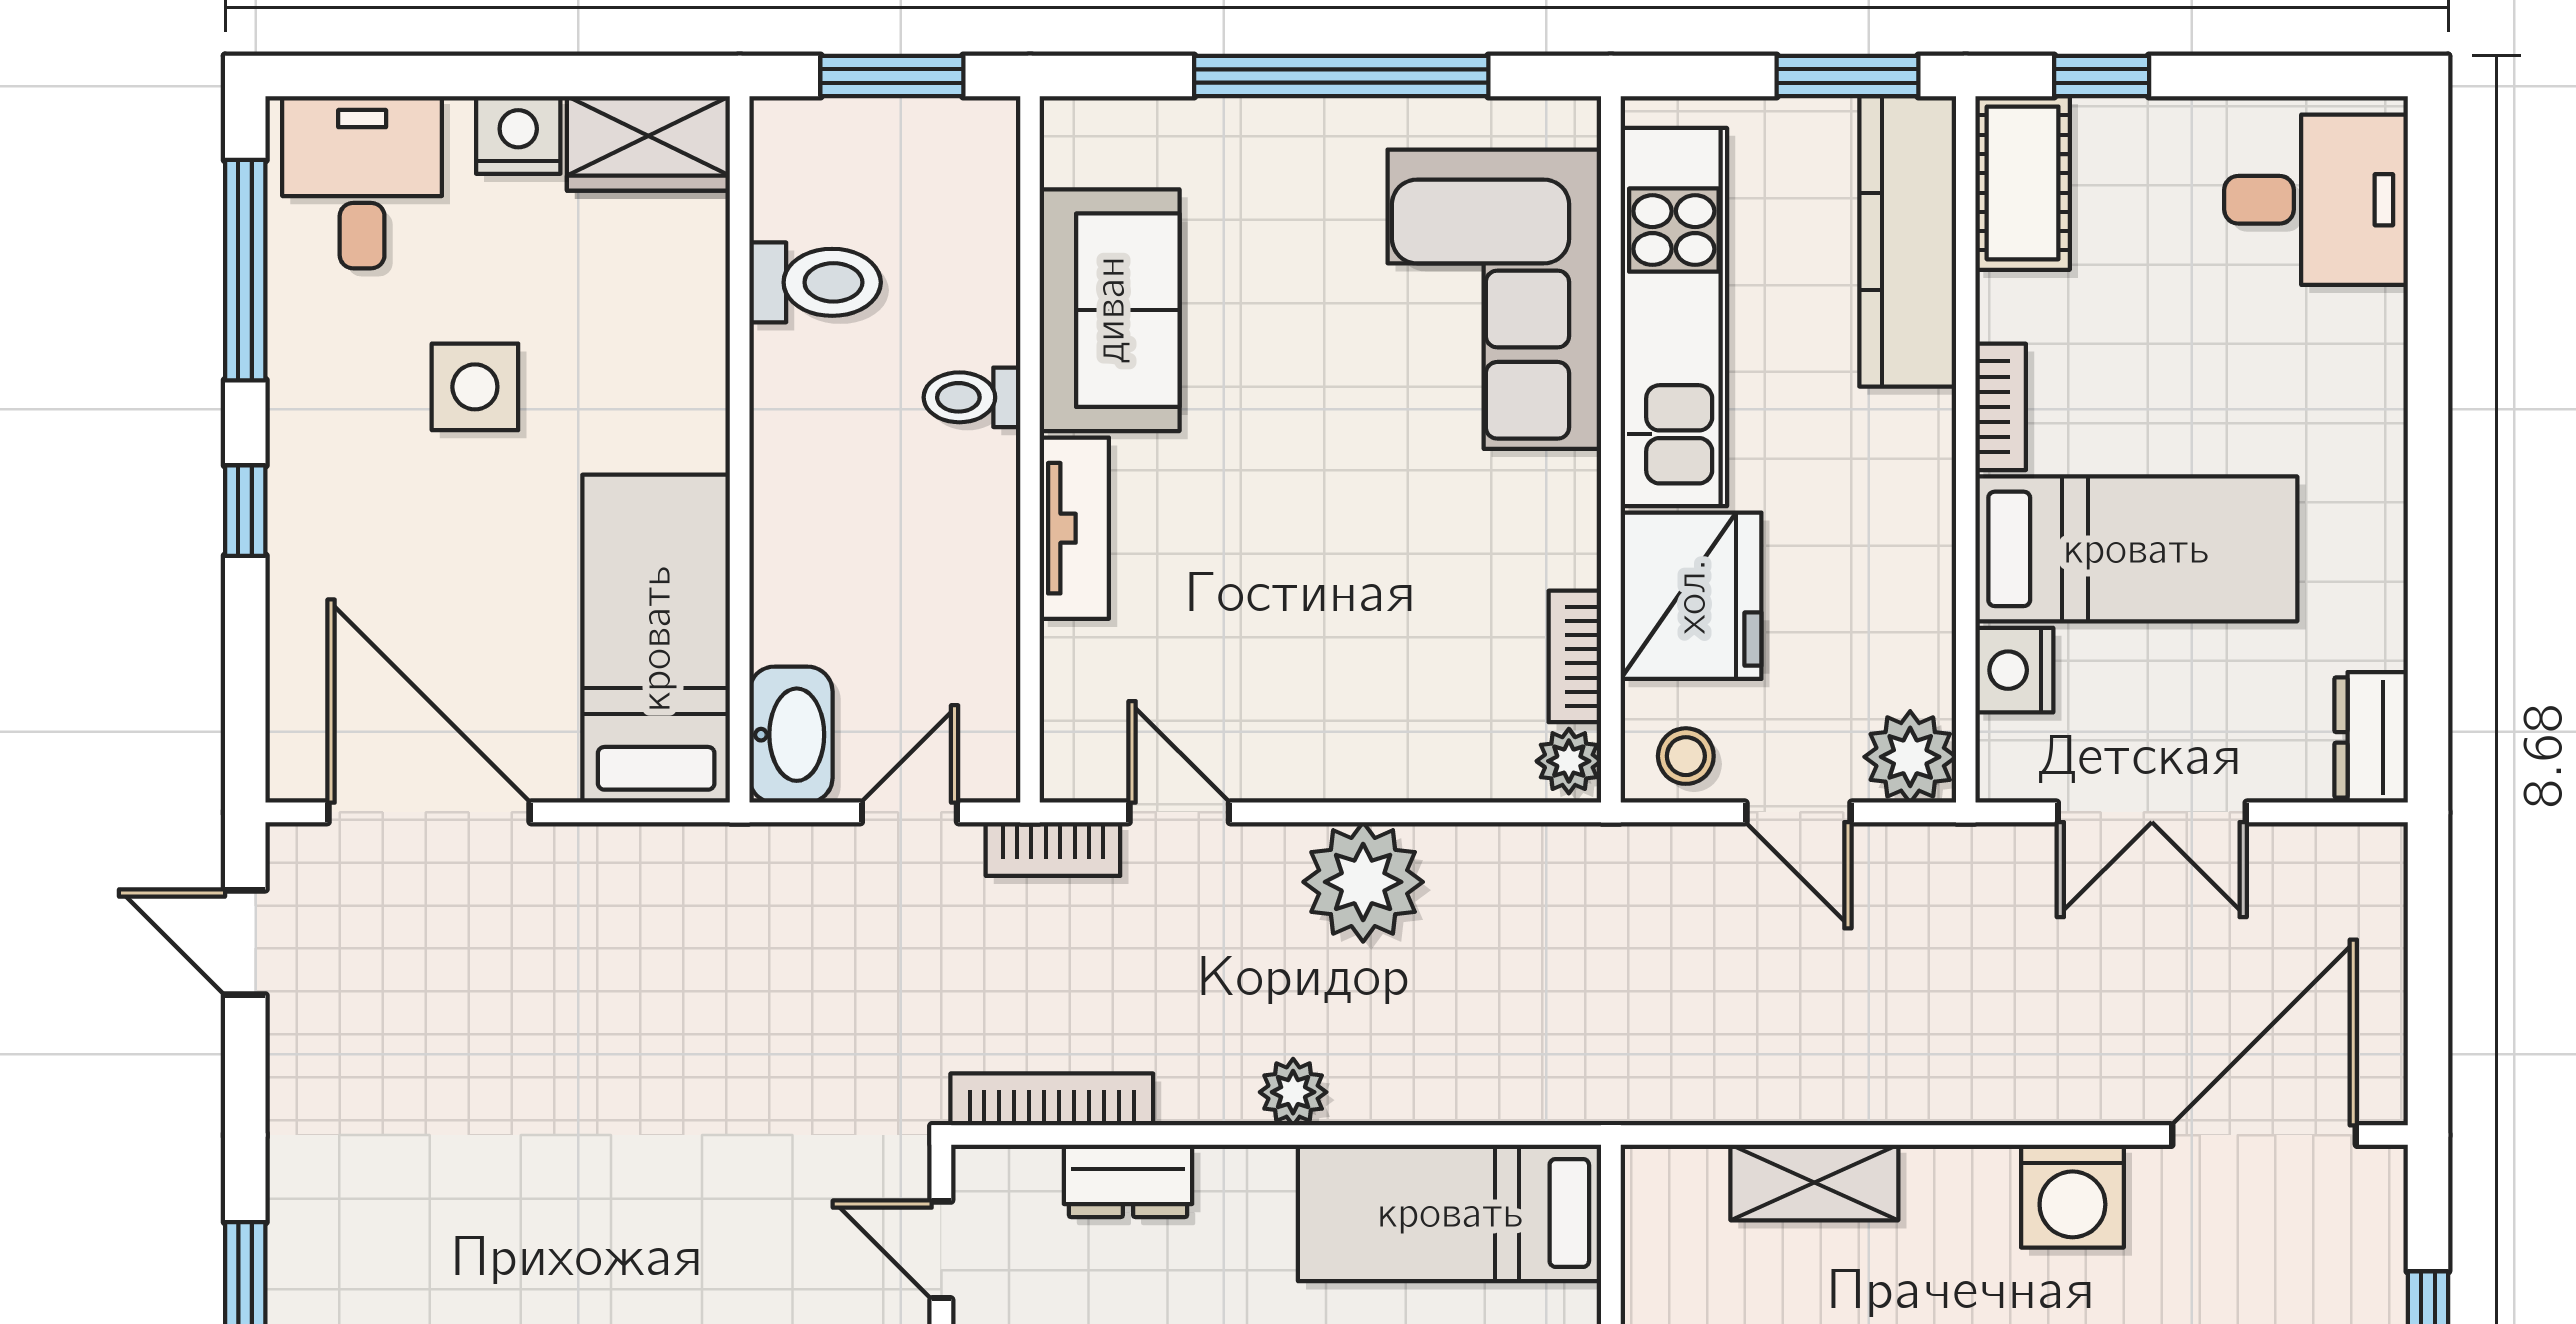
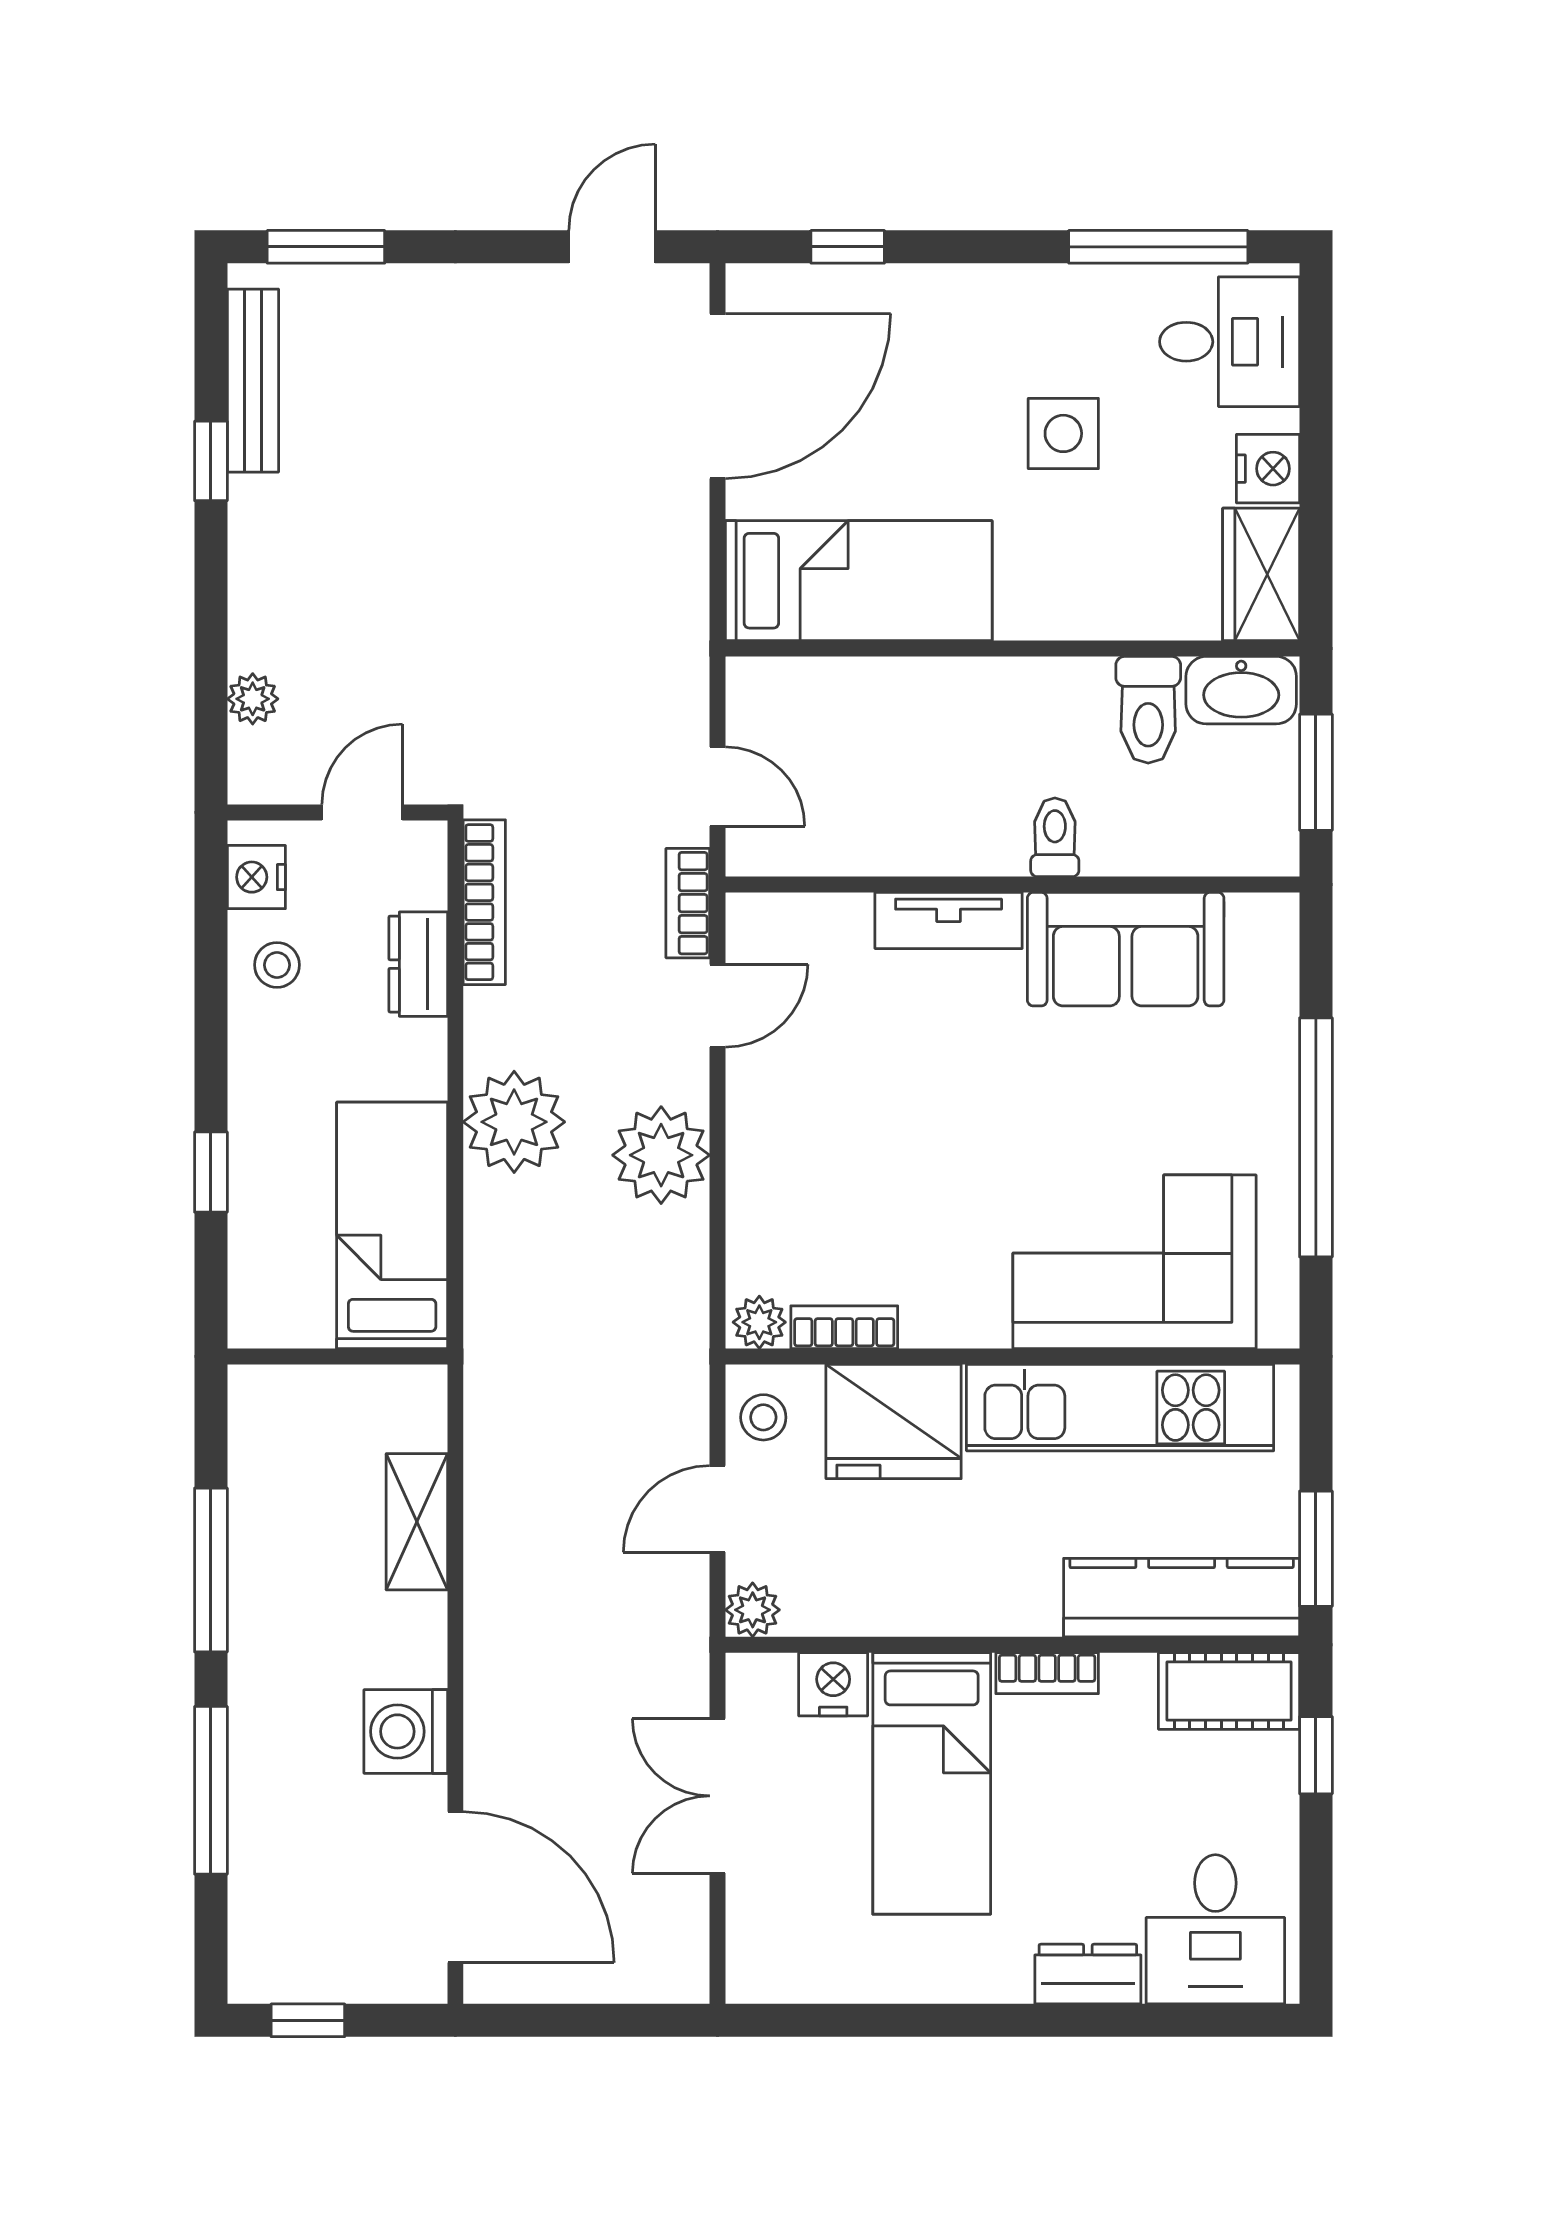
window: (245, 511) -> (848, 247), moved
washbasin: (791, 735) -> (1241, 690), moved
dresser: (2371, 737) -> (1088, 1974), moved
plant: (1910, 757) -> (753, 1610), width x0.73, depth x0.73
plant: (1293, 1092) -> (514, 1122), width x1.87, depth x1.87

